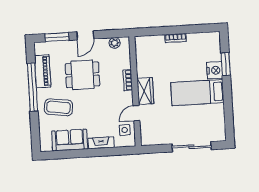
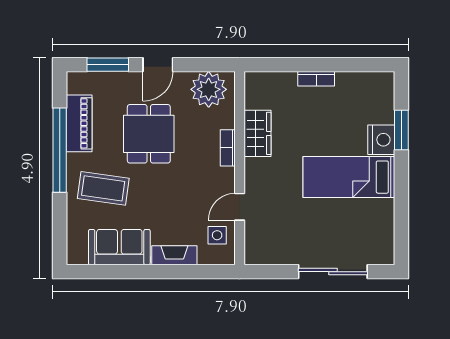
plant: (115, 43) -> (209, 89), width x1.88, depth x1.88
dining table: (82, 75) -> (149, 134), turned 90
wardrobe: (145, 91) -> (257, 133), moved

